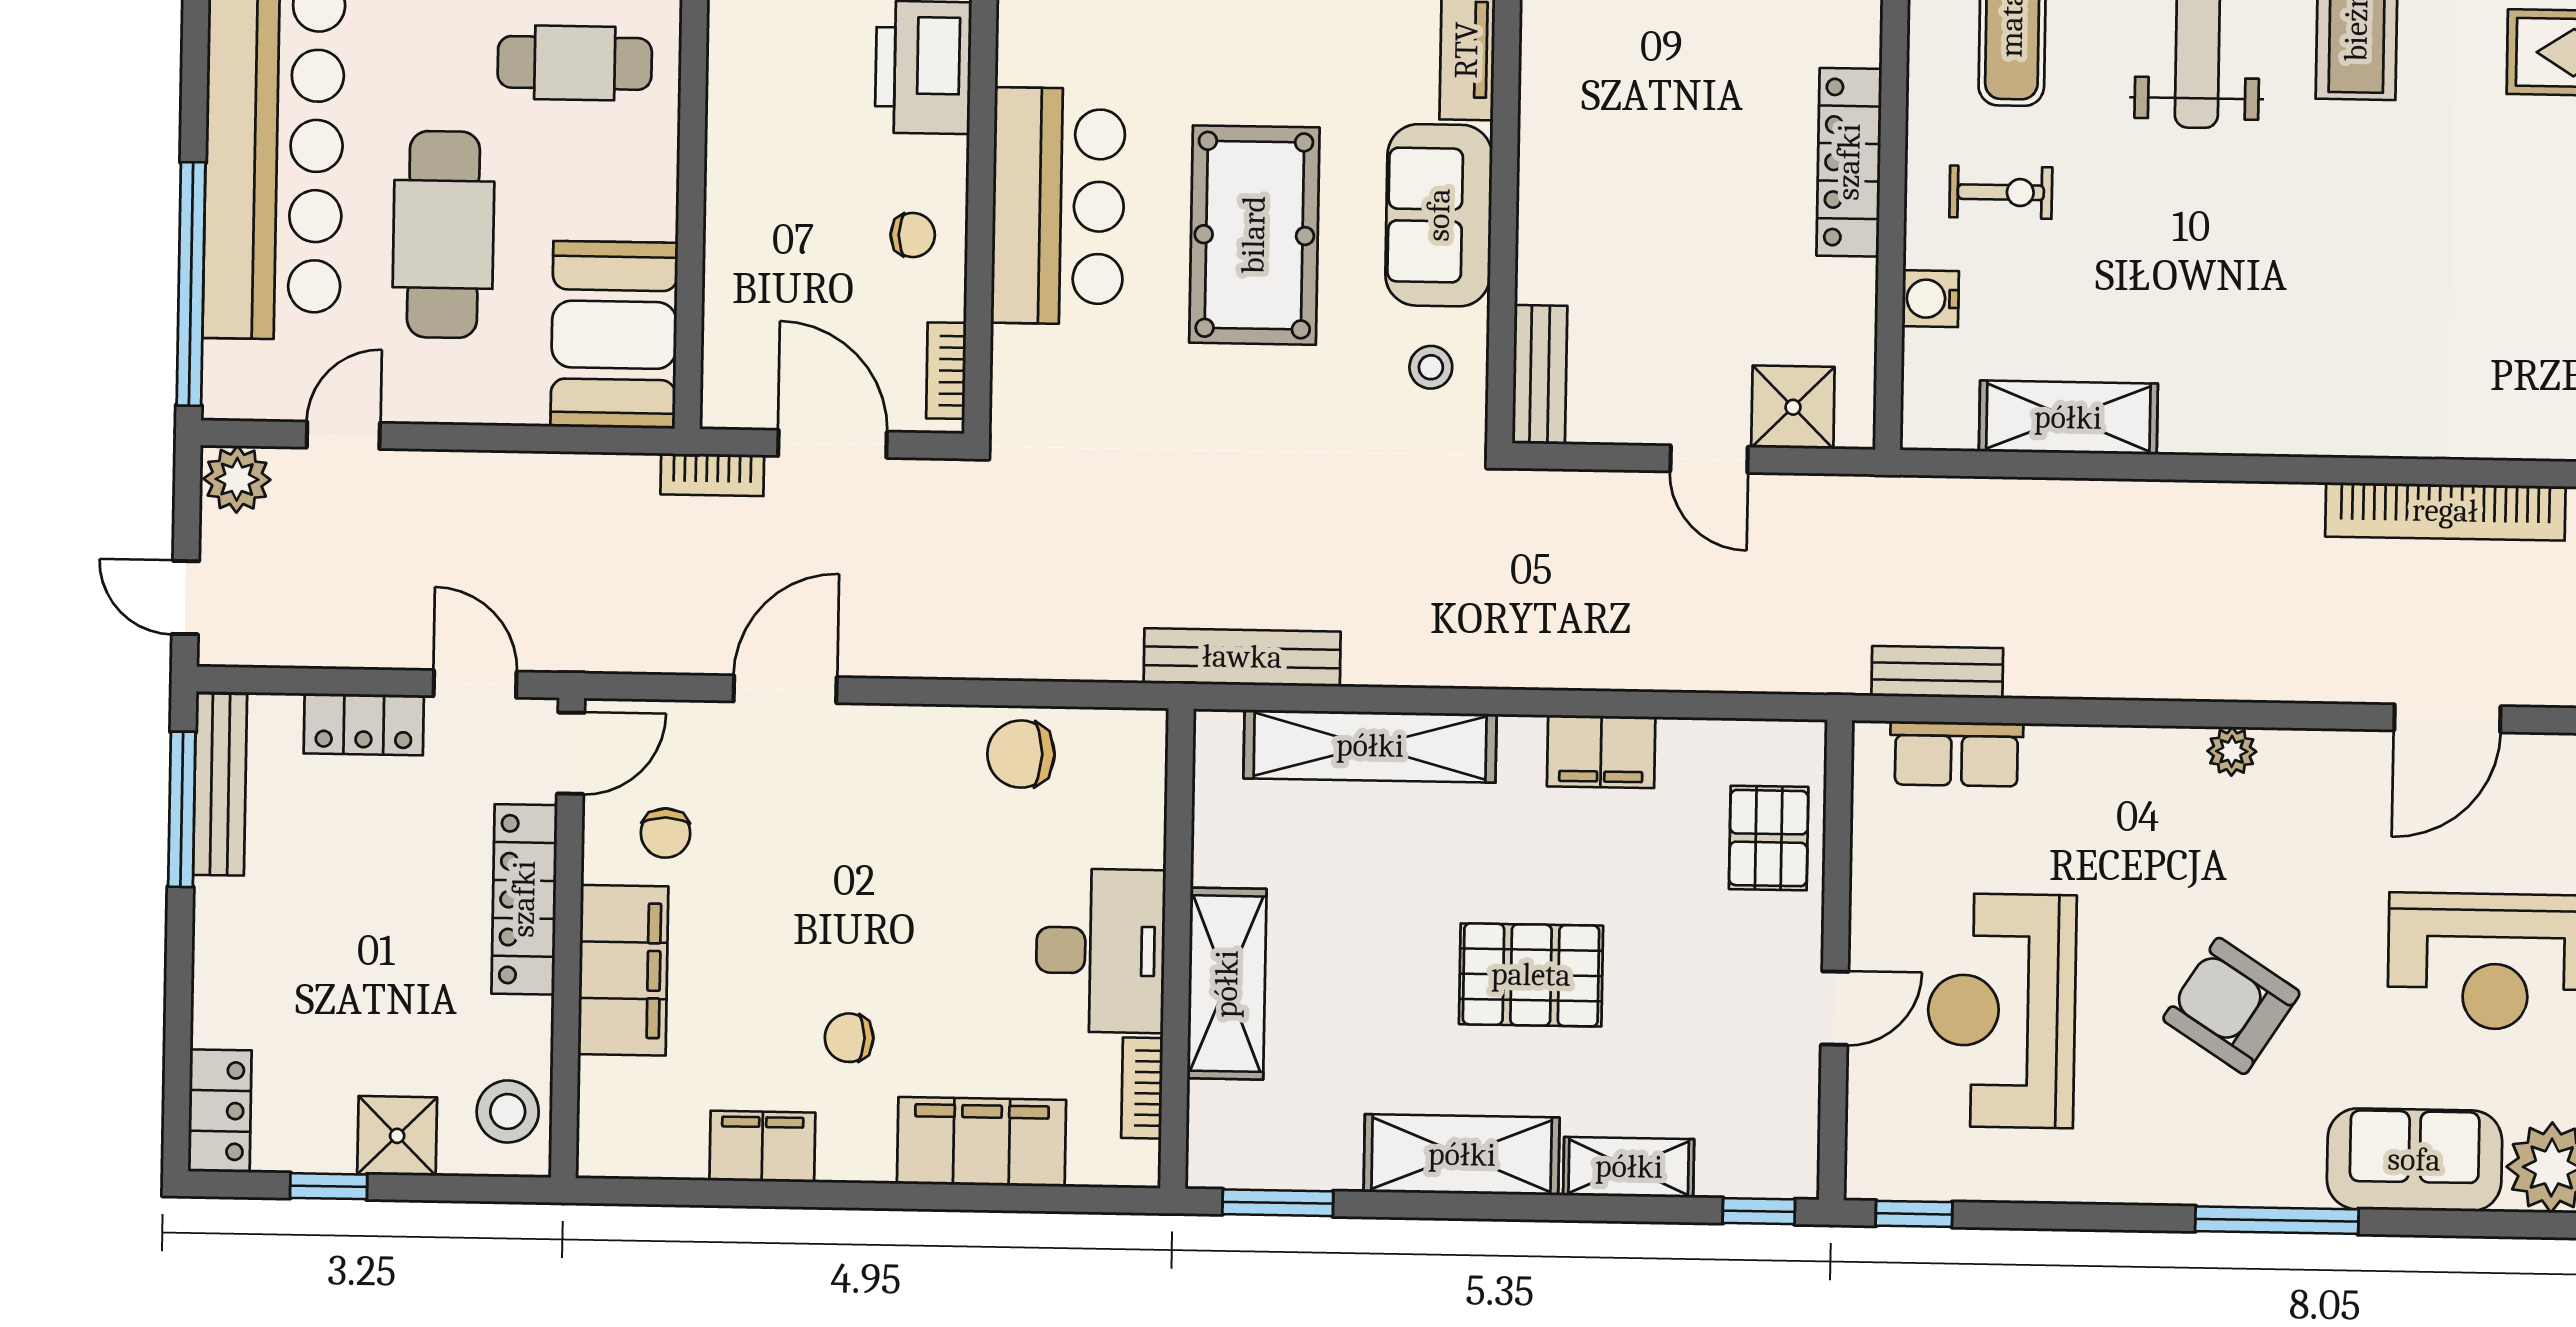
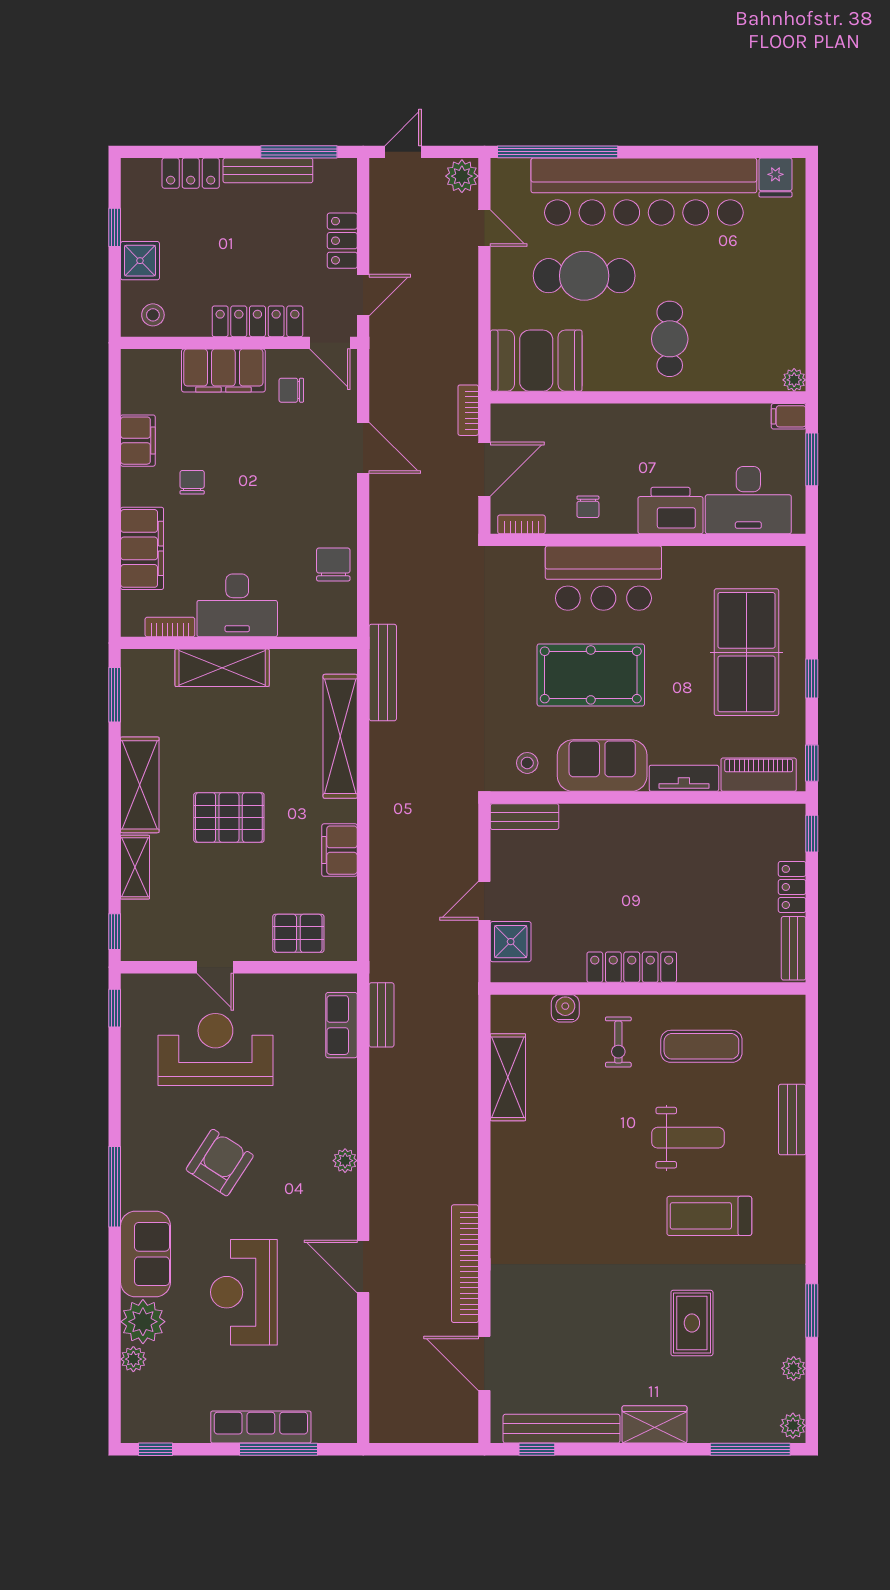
bench: (220, 784) -> (268, 170), moved
pallet: (1531, 975) -> (229, 817), turned 90
locker: (220, 1111) -> (191, 173), moved
stool: (508, 1111) -> (153, 315), width x0.73, depth x0.73

